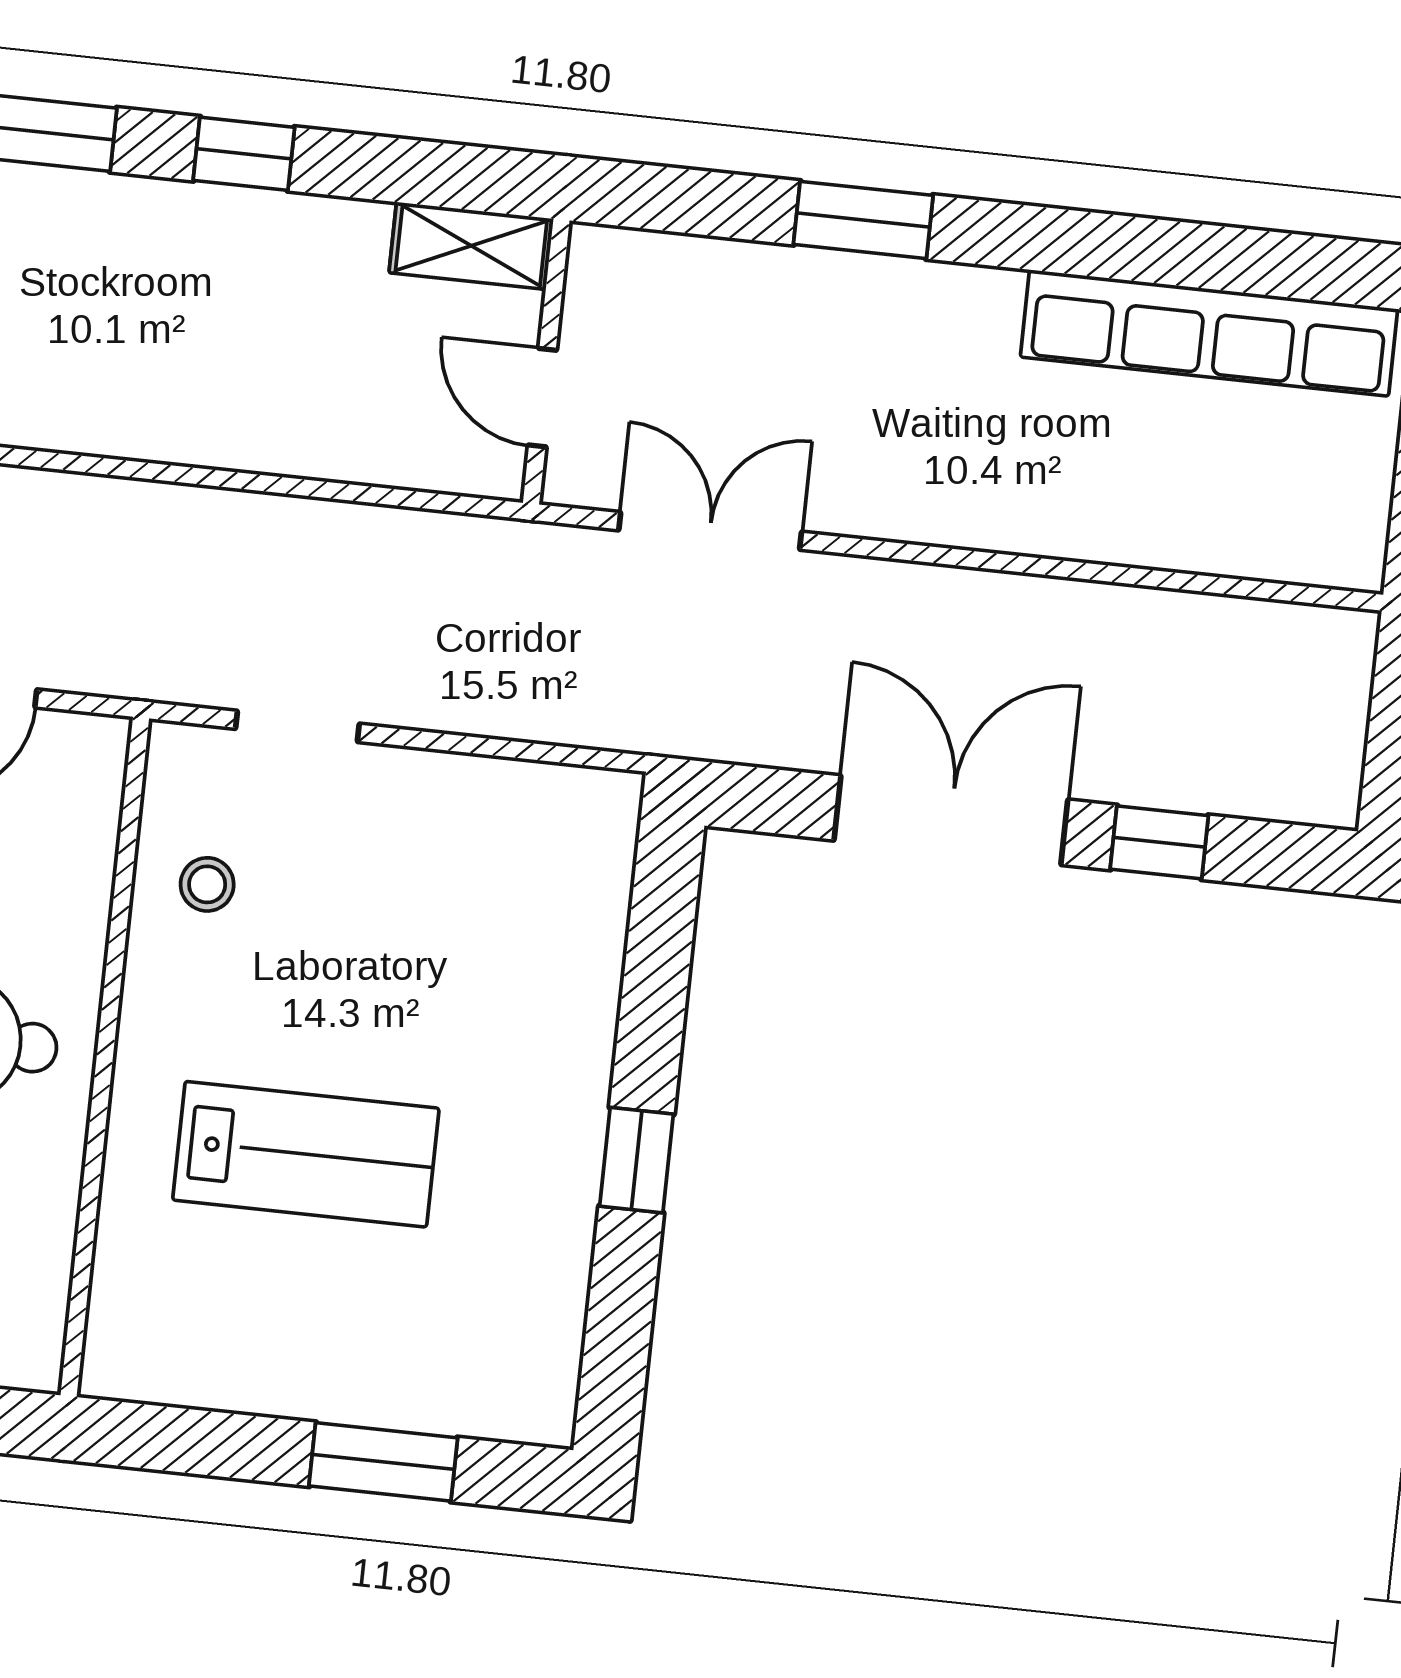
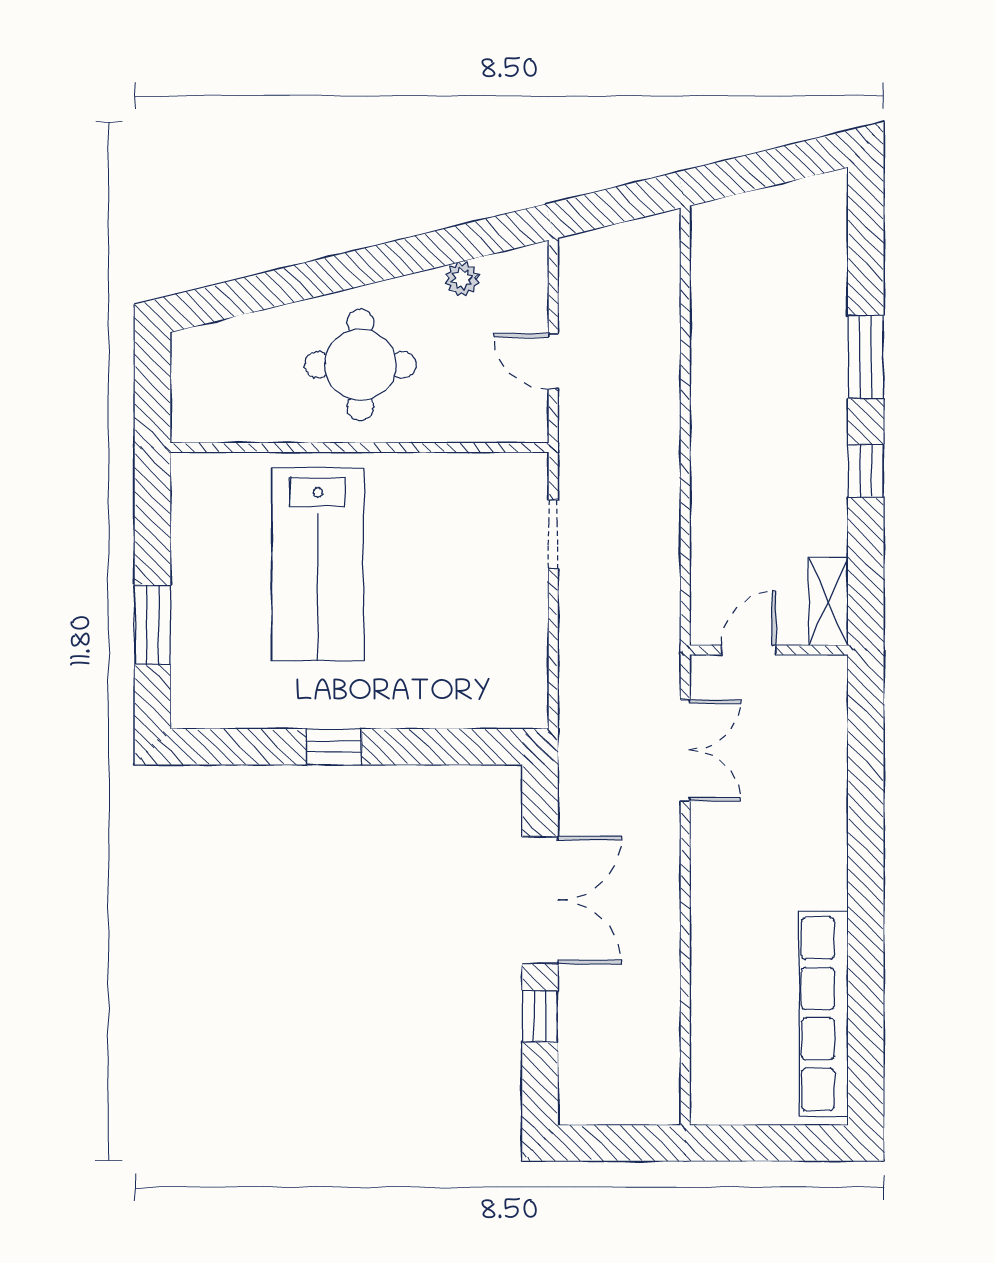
window: (863, 220) -> (866, 816), removed
stool: (207, 884) -> (461, 494), removed
lab bench: (306, 1154) -> (318, 564), width x1.36, depth x1.39

